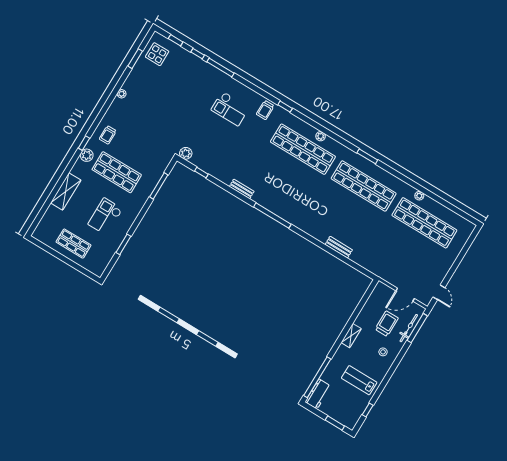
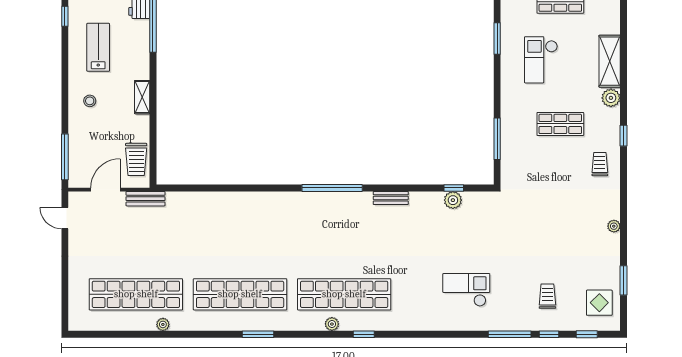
window: (285, 107) -> (364, 334), moved
trolley: (265, 110) -> (547, 296), moved
plant: (186, 153) -> (453, 200), moved
plant: (87, 155) -> (611, 98), moved
shop shelf: (117, 172) -> (560, 124), width x0.70, depth x0.74
checkout: (105, 216) -> (541, 60), turned 180
bench: (339, 247) -> (145, 199), moved
trolley: (387, 324) -> (136, 159), moved
bicycle: (409, 328) -> (76, 150), removed
lab bench: (359, 380) -> (98, 47), turned -90

